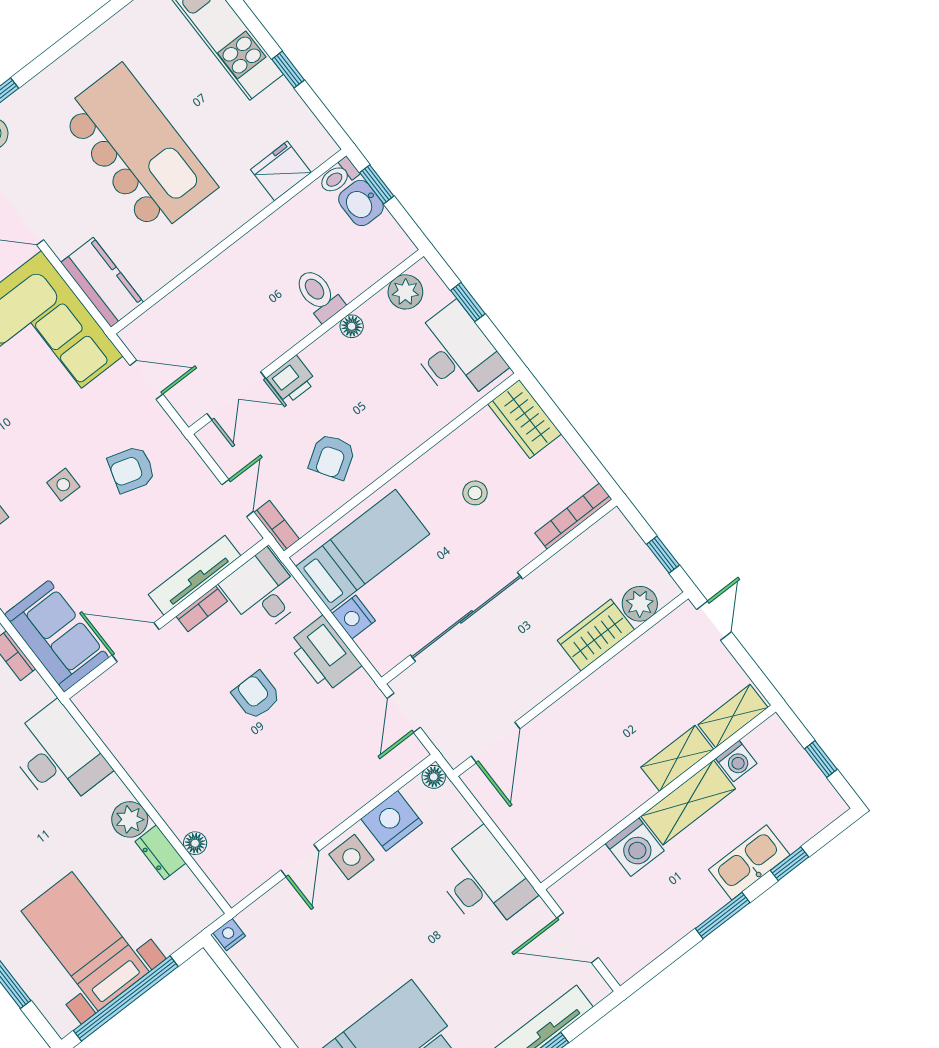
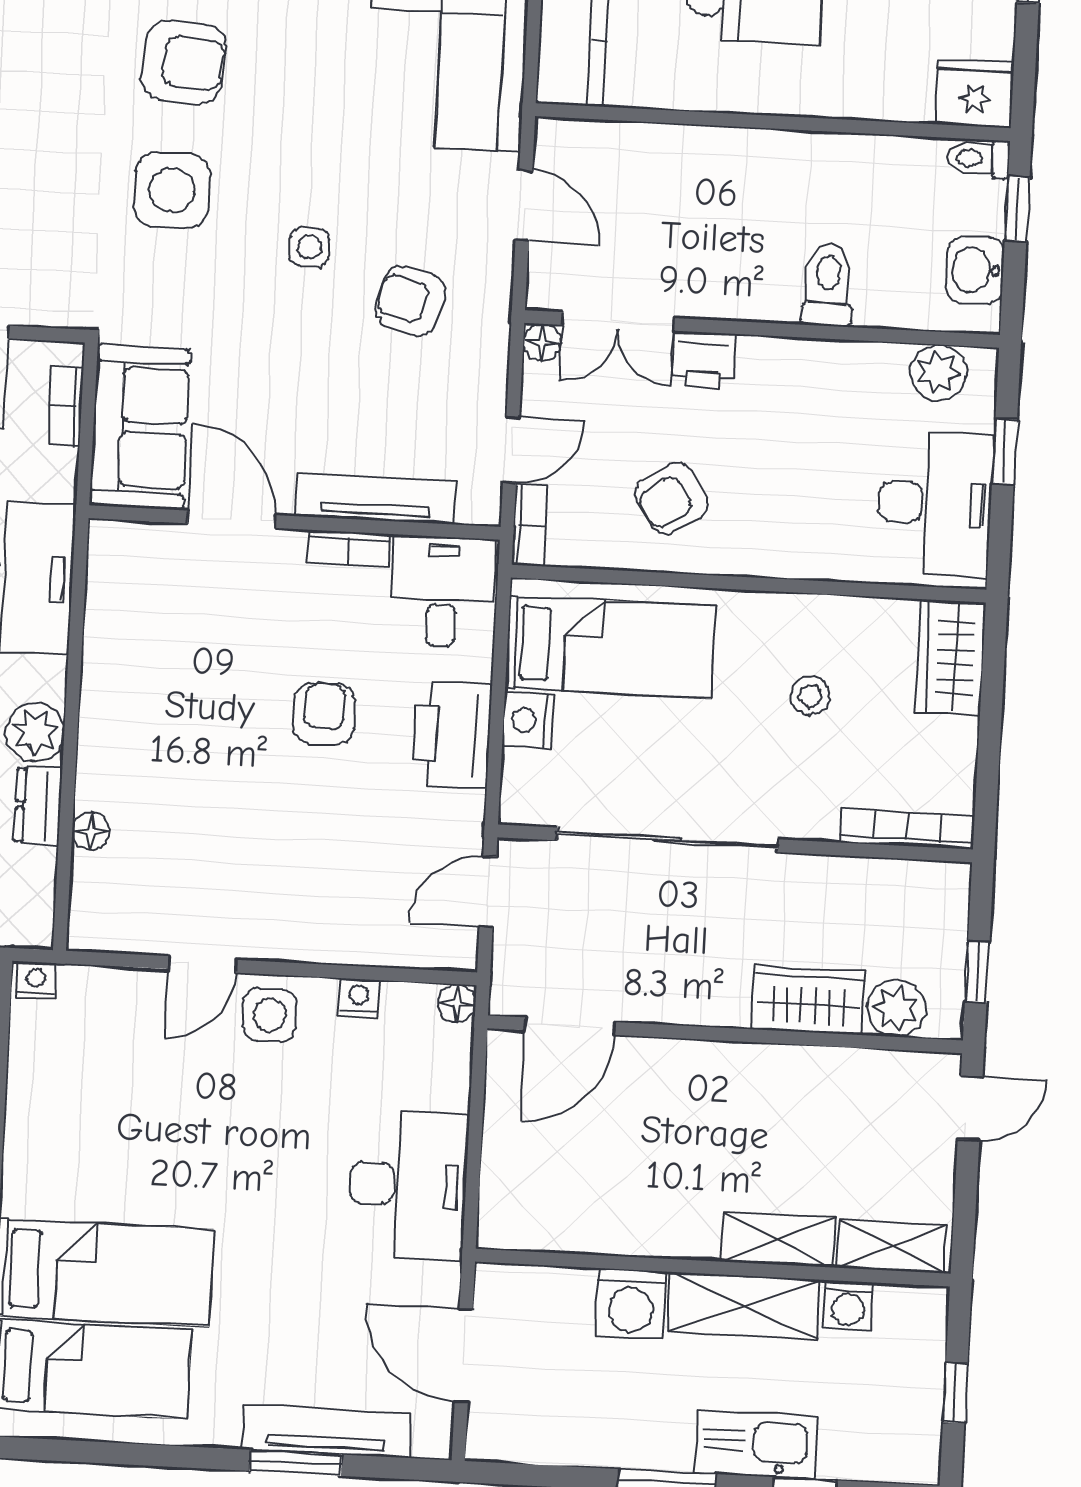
fridge: (281, 171) -> (975, 94), moved
washbasin: (361, 203) -> (975, 270), moved
floor lamp: (352, 326) -> (542, 343), moved
nightstand: (392, 821) -> (359, 998), width x0.53, depth x0.56

